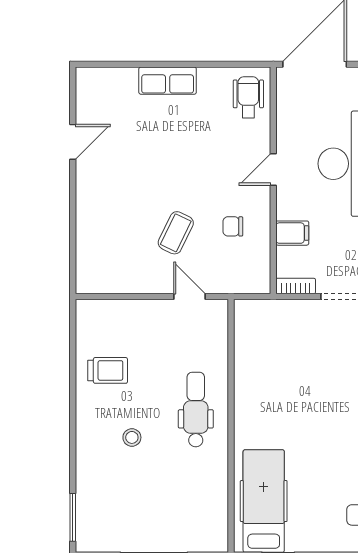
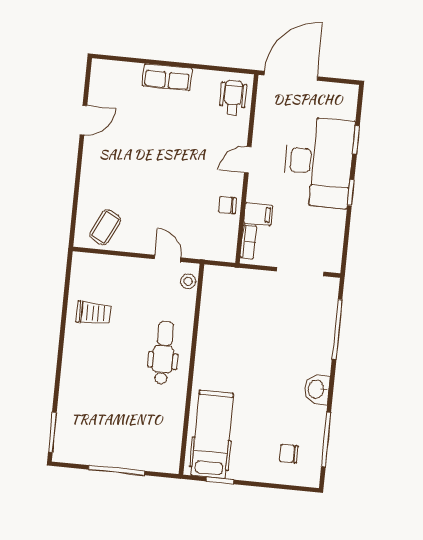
chair: (233, 226) -> (227, 205), moved
coffee table: (176, 233) -> (105, 227), moved
bookcase: (296, 286) -> (248, 242), moved, turned 90
stool: (132, 437) -> (188, 281), moved

